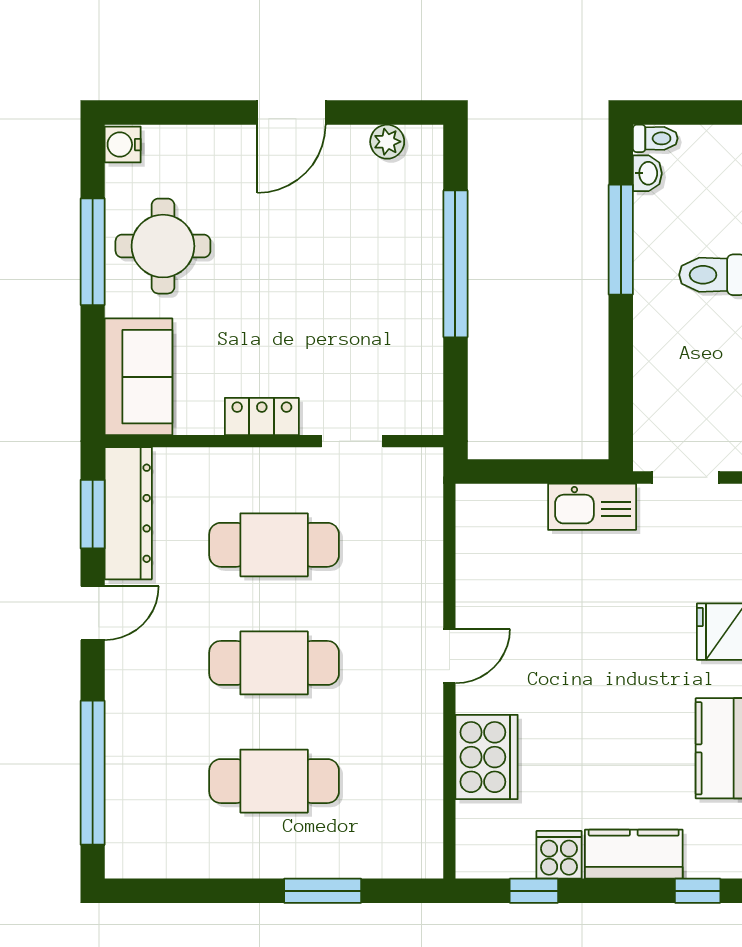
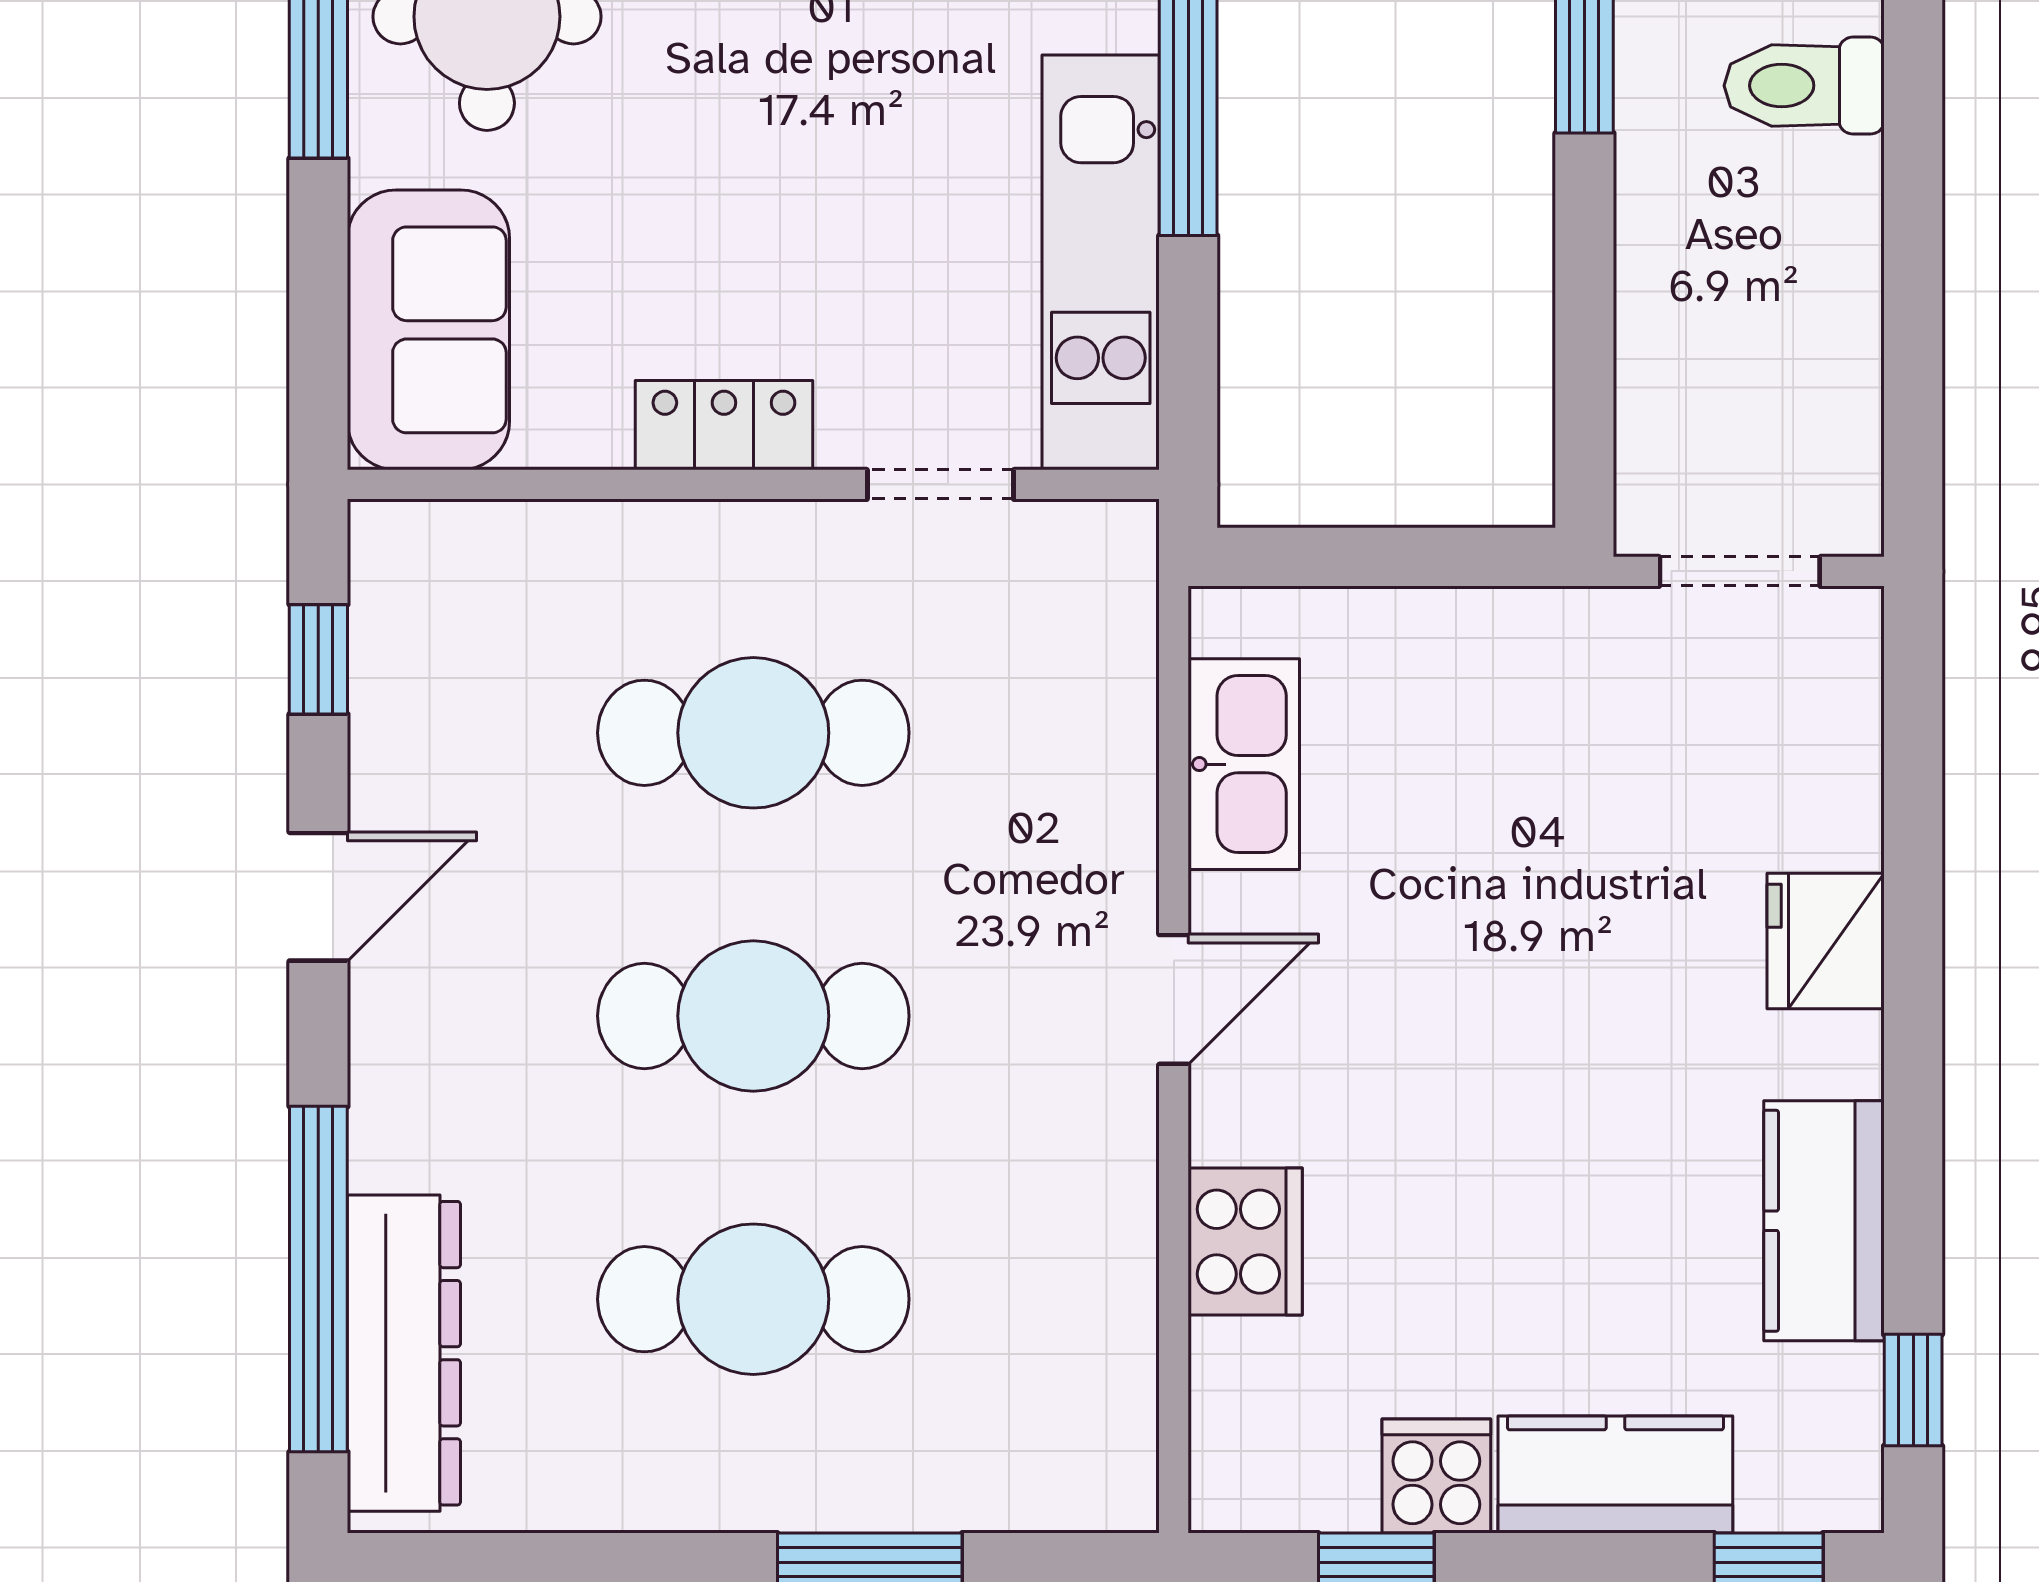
kitchen unit: (419, 349) -> (1101, 262), added
kitchen sink: (592, 507) -> (1244, 764), moved, turned -90
dresser: (128, 513) -> (404, 1353), moved
window: (93, 514) -> (318, 659), width x0.67
cooker: (487, 757) -> (1245, 1242), width x0.73, depth x0.76

